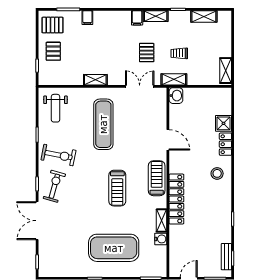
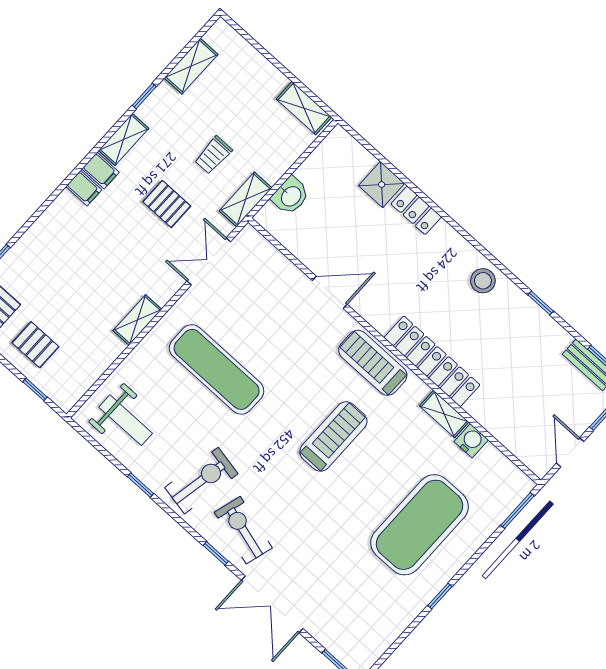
filing cabinet: (87, 18) -> (84, 188), moved
washbasin: (176, 96) -> (291, 196), moved, turned 90
stool: (217, 173) -> (483, 281), moved
treadmill: (117, 188) -> (333, 436), turned -90

